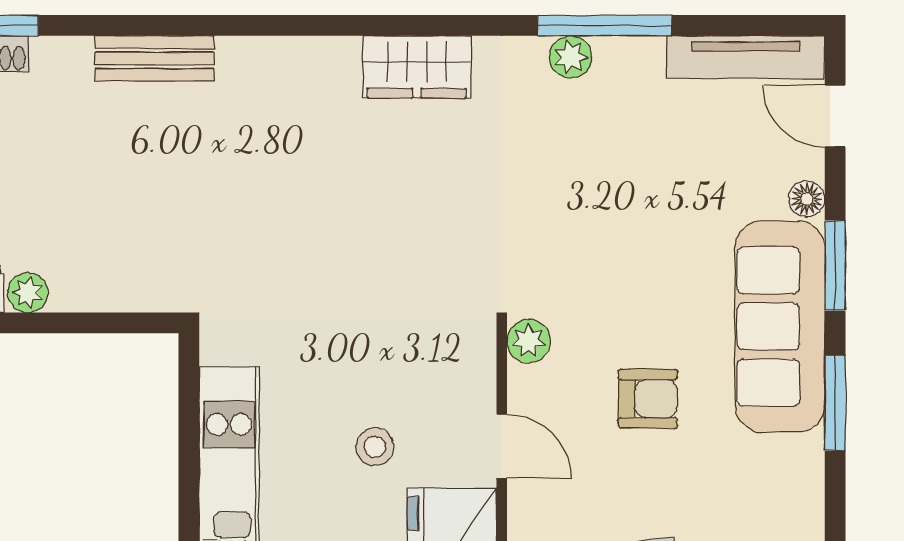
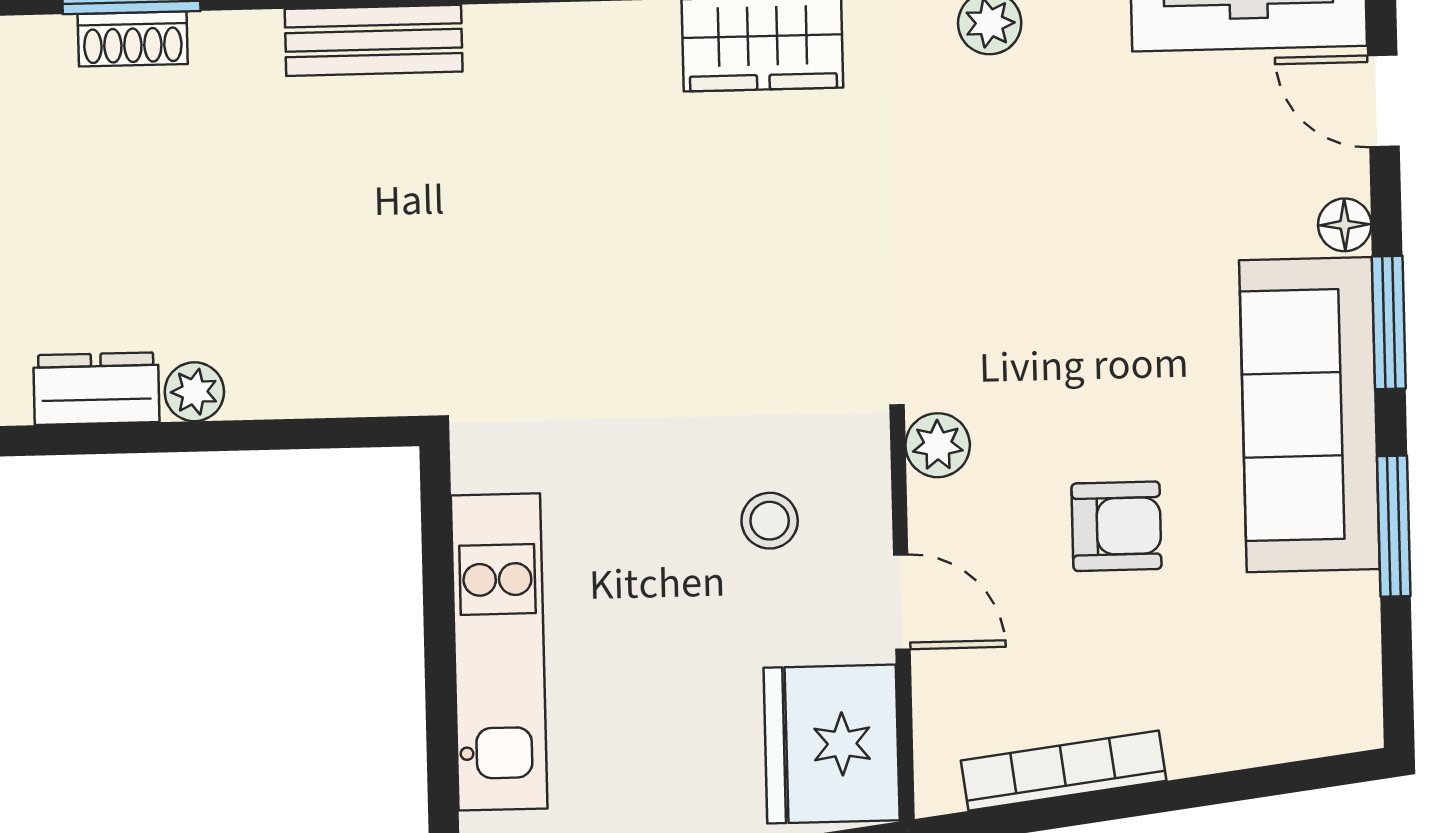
stool: (375, 447) -> (770, 521), moved

